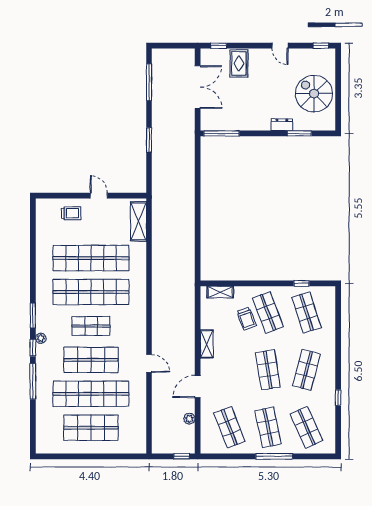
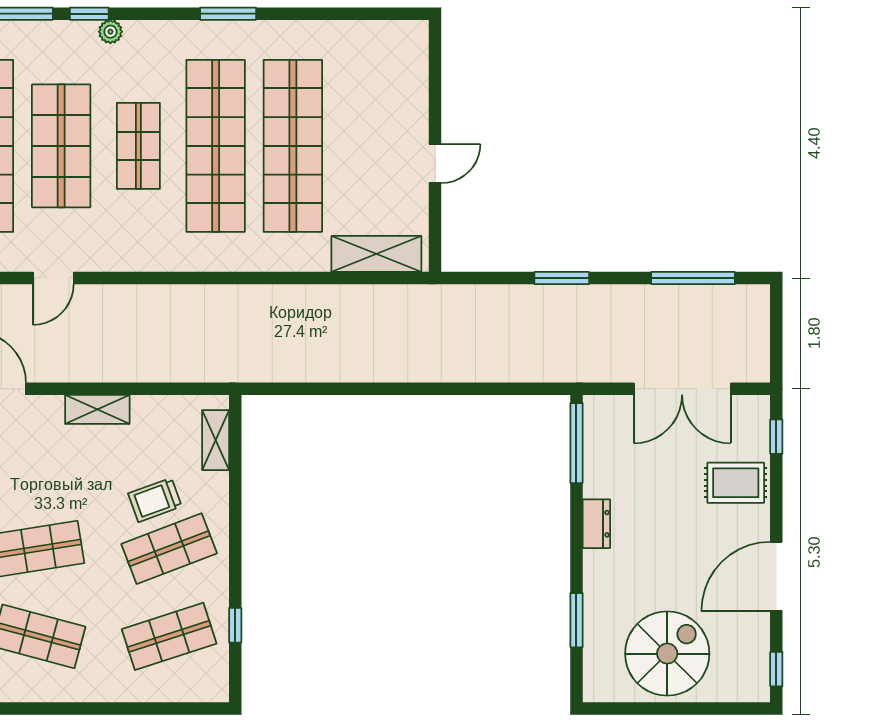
door: (280, 46) -> (776, 576), width x1.88
dresser: (282, 125) -> (596, 524), moved
trolley: (71, 213) -> (395, 101), removed
window: (33, 315) -> (228, 14), moved

